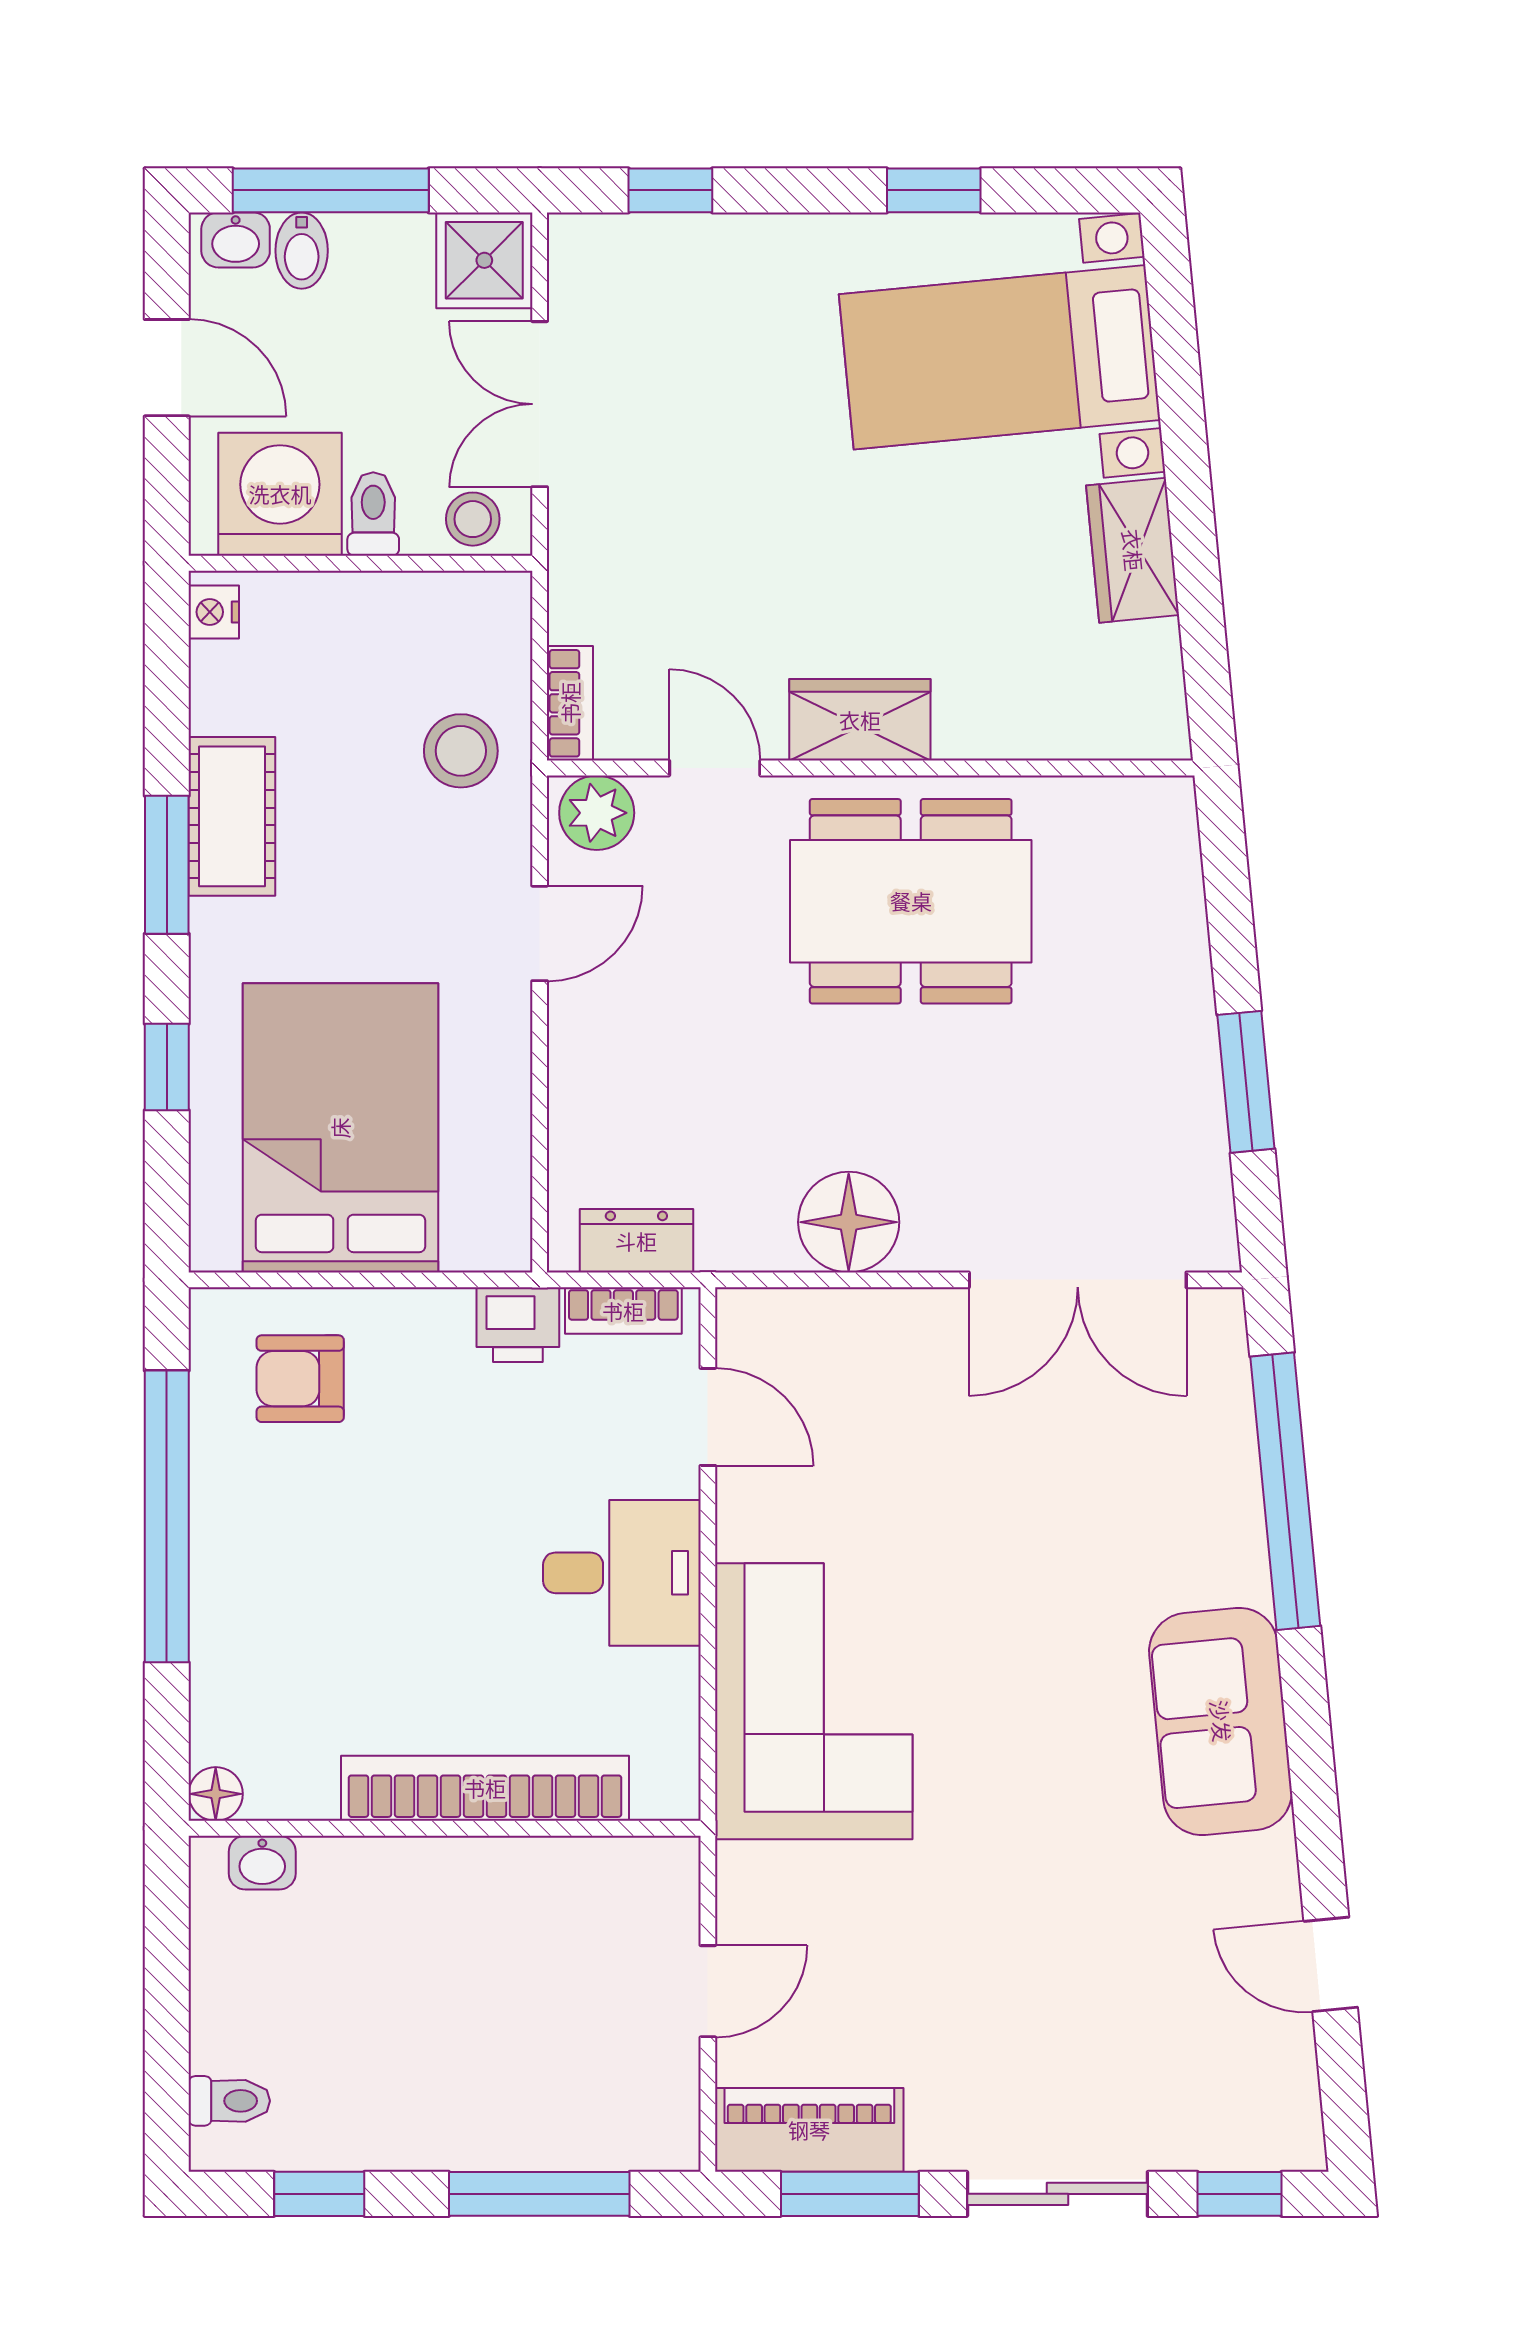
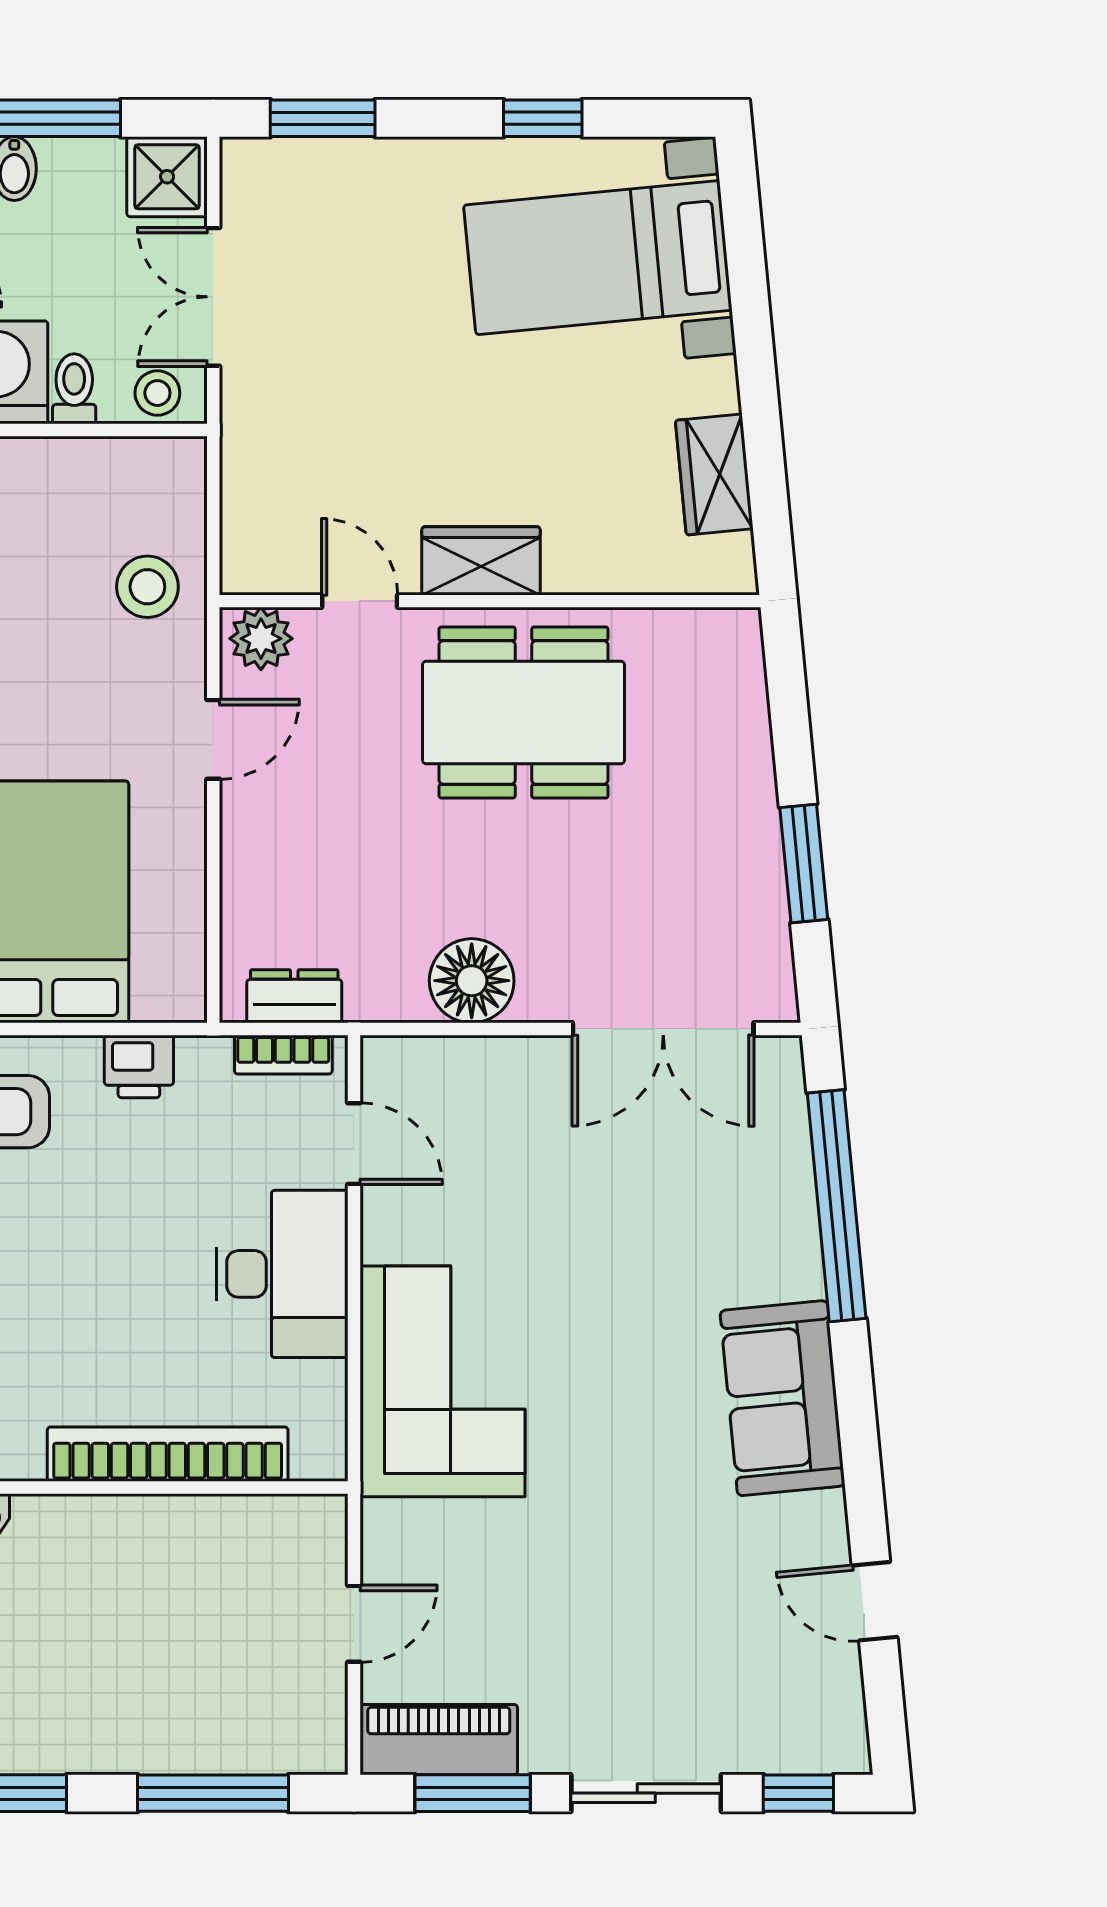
window: (670, 190) -> (323, 118), width x1.50
wardrobe: (1133, 550) -> (714, 475), moved
bookcase: (570, 703) -> (239, 547), removed
printer: (518, 1325) -> (139, 1067), moved
desk: (622, 1573) -> (282, 1274), width x1.37

